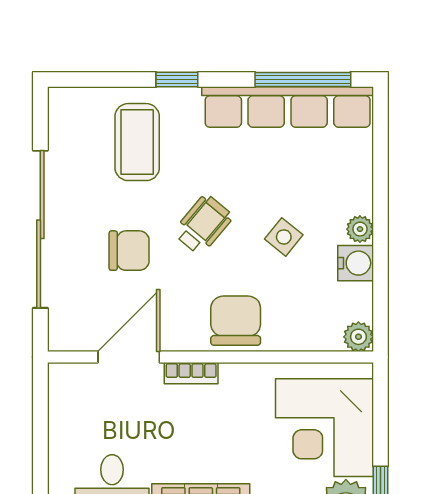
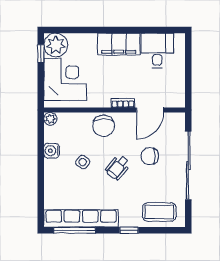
coffee table: (137, 142) -> (159, 212), moved, turned 90
plant: (360, 229) -> (50, 165), removed

